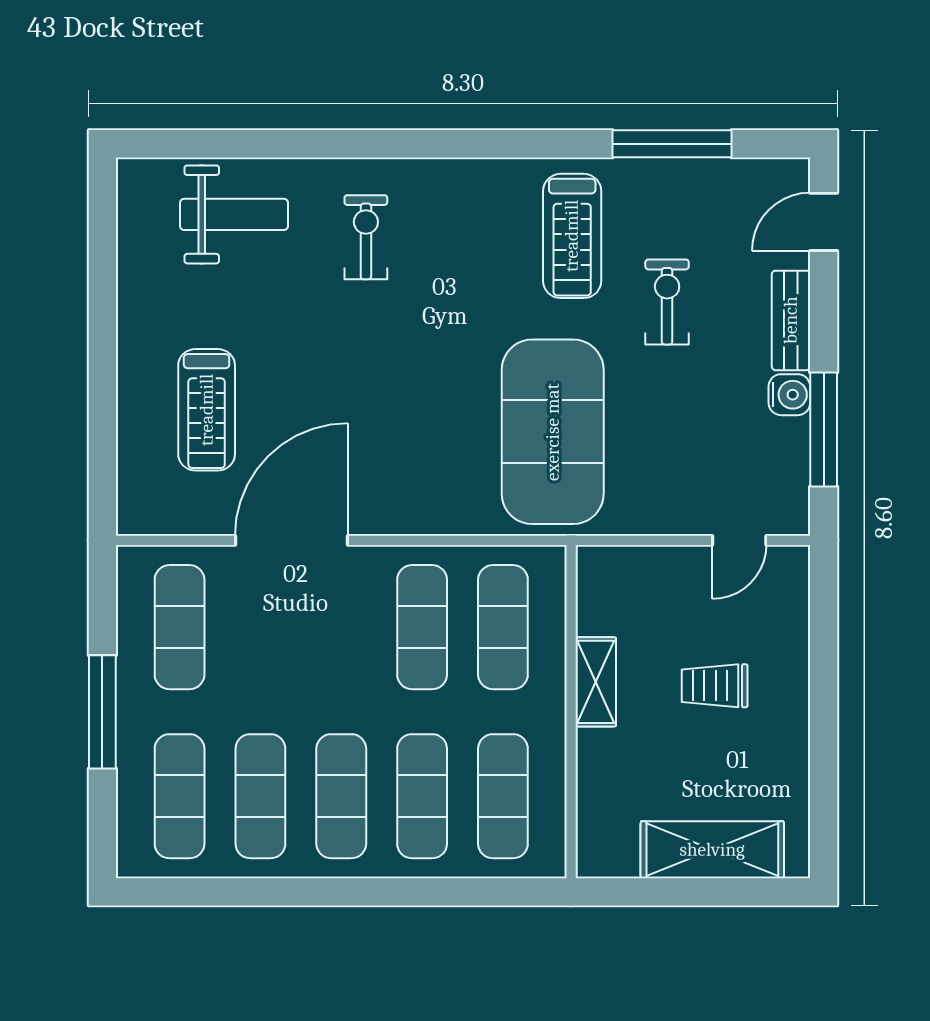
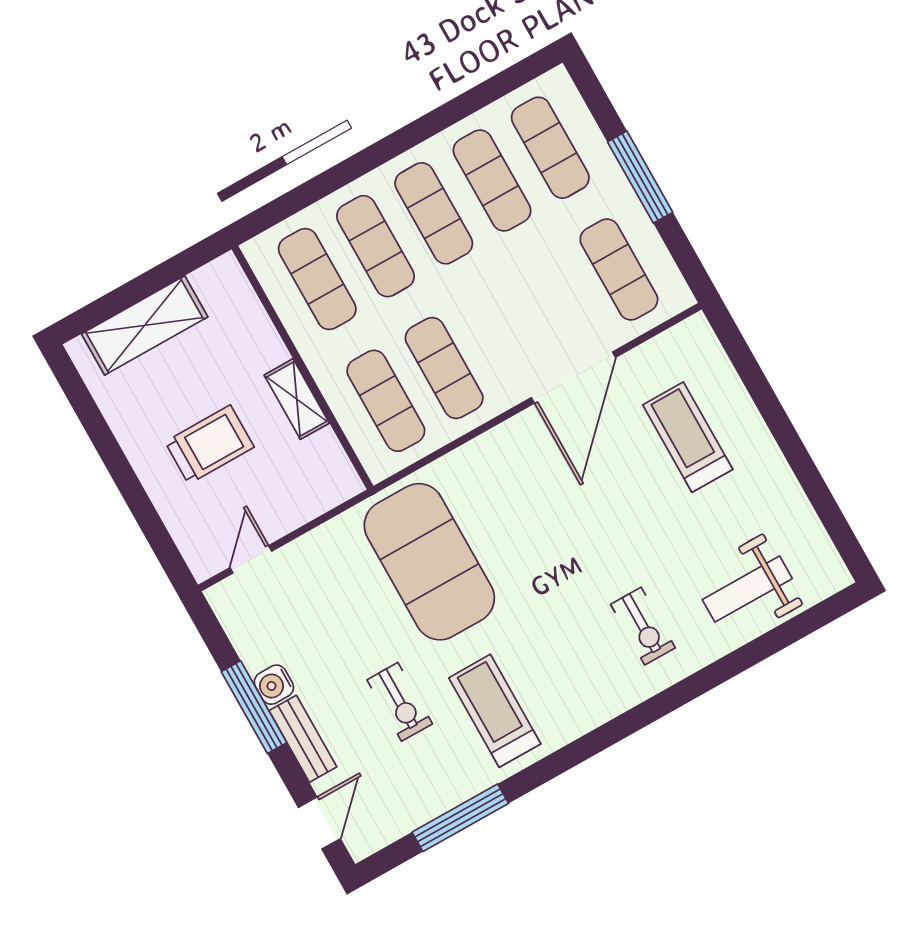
window: (824, 429) -> (254, 707), moved
trolley: (715, 686) -> (210, 445), width x1.36, depth x1.39

